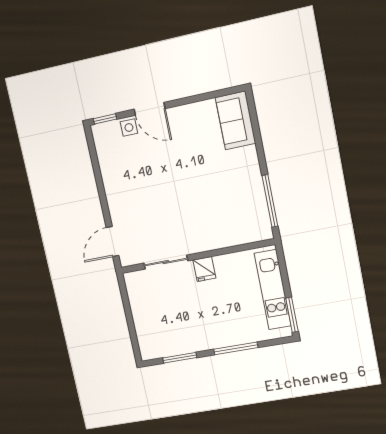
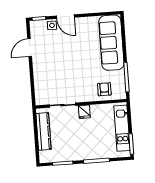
sofa: (236, 120) -> (111, 43), width x1.85, depth x1.27
armchair: (234, 227) -> (104, 89), added
door: (113, 242) -> (30, 48), moved
kitchen counter: (141, 309) -> (43, 131), added

